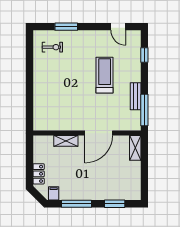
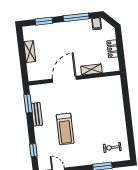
window: (144, 110) -> (28, 103), width x0.69
shelving: (135, 148) -> (30, 52), moved
locker: (39, 174) -> (112, 49), moved

